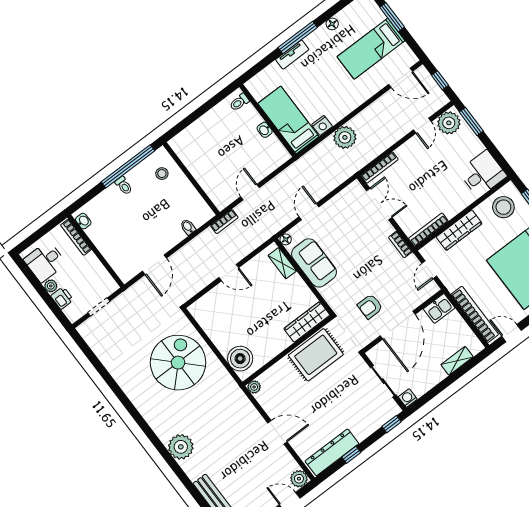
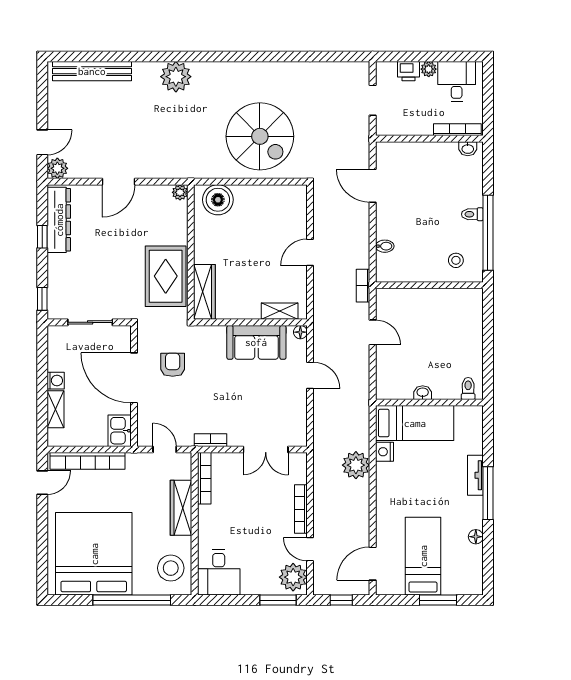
bookcase: (380, 168) -> (301, 509), moved
washing machine: (408, 398) -> (56, 381), moved

